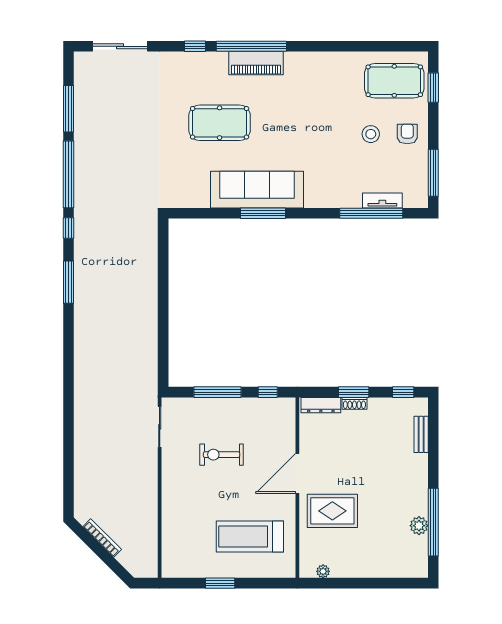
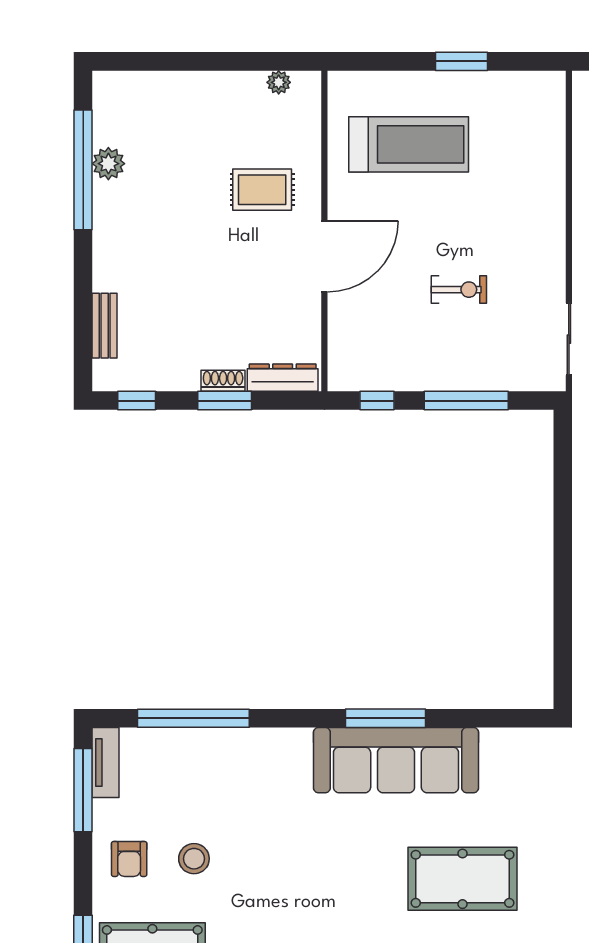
tv unit: (382, 200) -> (106, 762), moved, turned -90
exercise bike: (222, 455) -> (459, 290), width x0.73, depth x0.72
rug: (332, 511) -> (262, 190), width x0.73, depth x0.70

